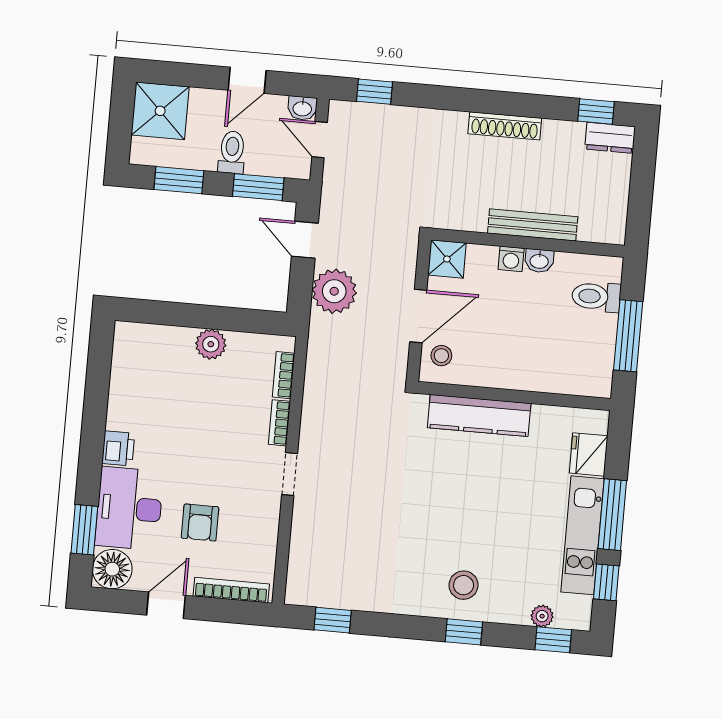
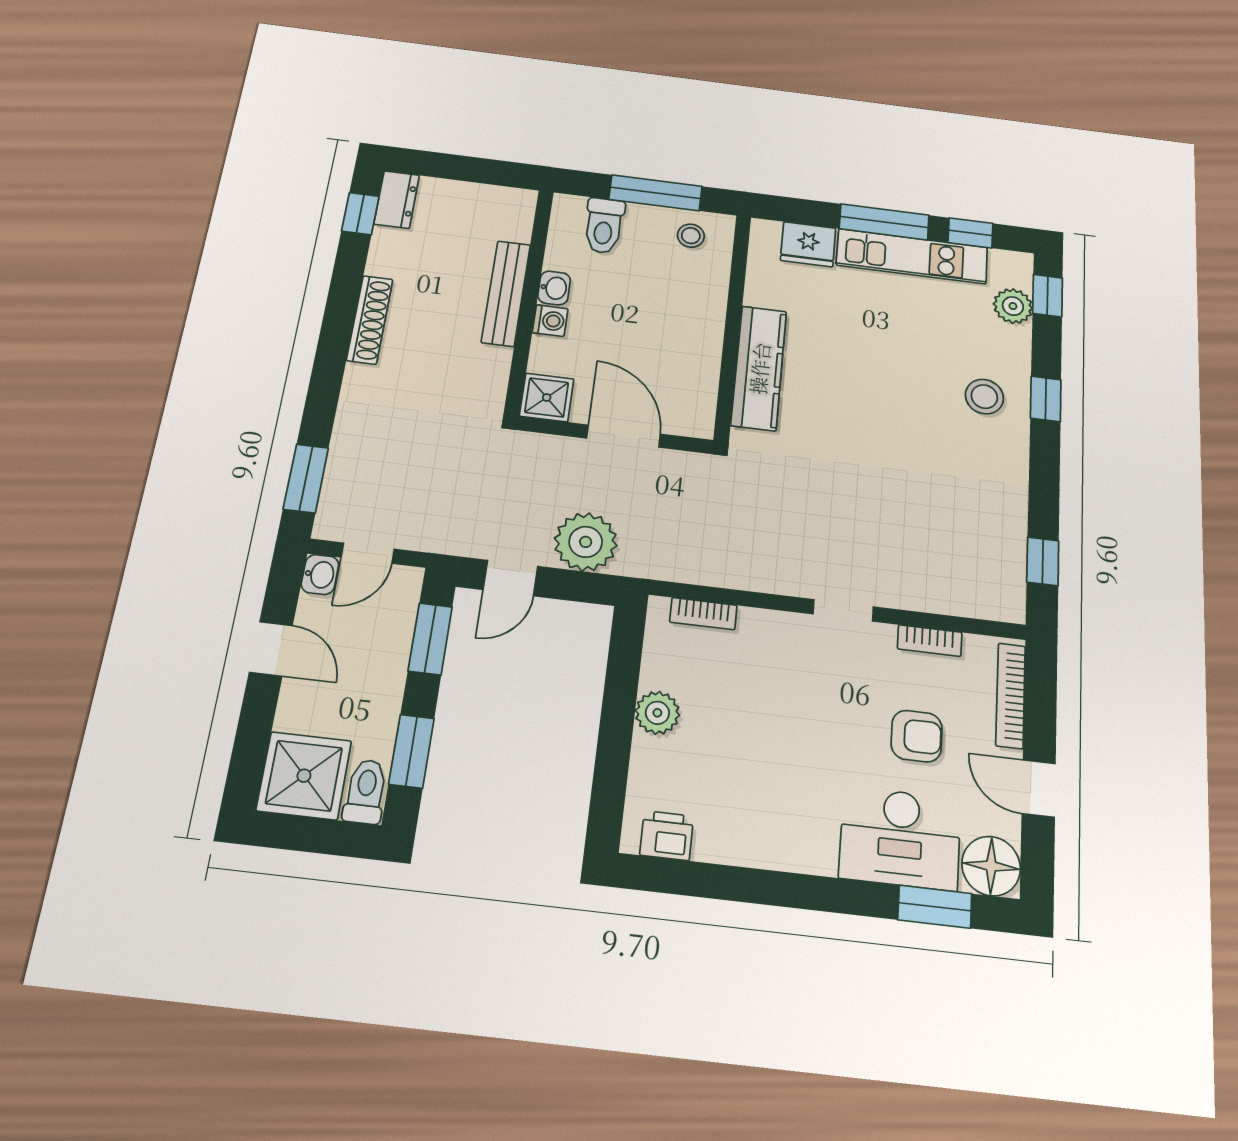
window: (375, 92) -> (306, 478), width x1.50
toilet: (232, 152) -> (366, 792), moved, turned 90
stool: (441, 356) -> (691, 236), moved
bookcase: (279, 423) -> (930, 641), moved
printer: (118, 448) -> (667, 836), moved
plant: (542, 616) -> (1013, 306), width x1.38, depth x1.38

